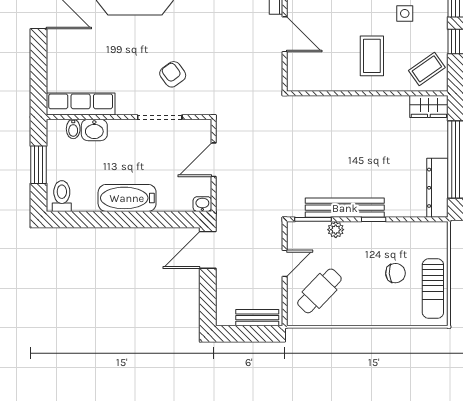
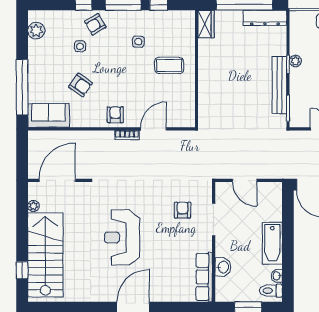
coffee table: (427, 69) -> (179, 25), removed
armchair: (173, 74) -> (183, 210), turned 126
bidet: (73, 129) -> (222, 282), removed
washbasin: (202, 204) -> (277, 276), moved
plant: (336, 230) -> (295, 61), moved

